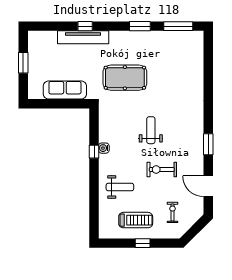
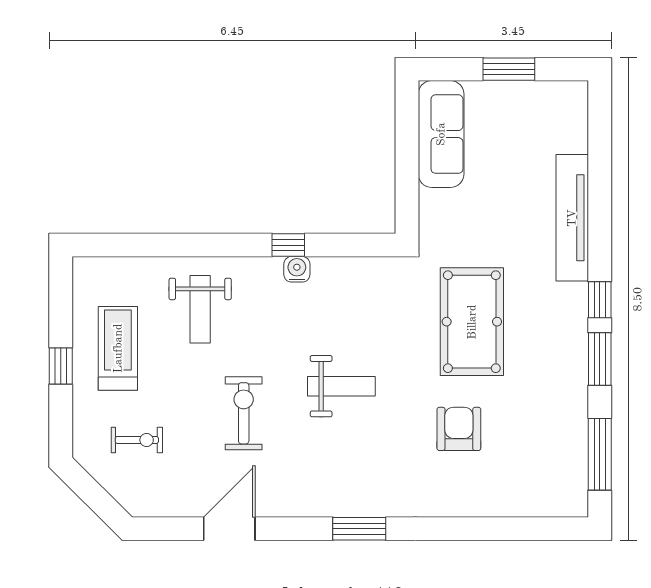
window: (85, 26) -> (600, 300), moved
armchair: (168, 83) -> (459, 429), added
sofa: (65, 90) -> (441, 134), moved
window: (208, 144) -> (359, 529), moved
door: (208, 186) -> (229, 529), moved
treadmill: (136, 220) -> (118, 348), turned 180

